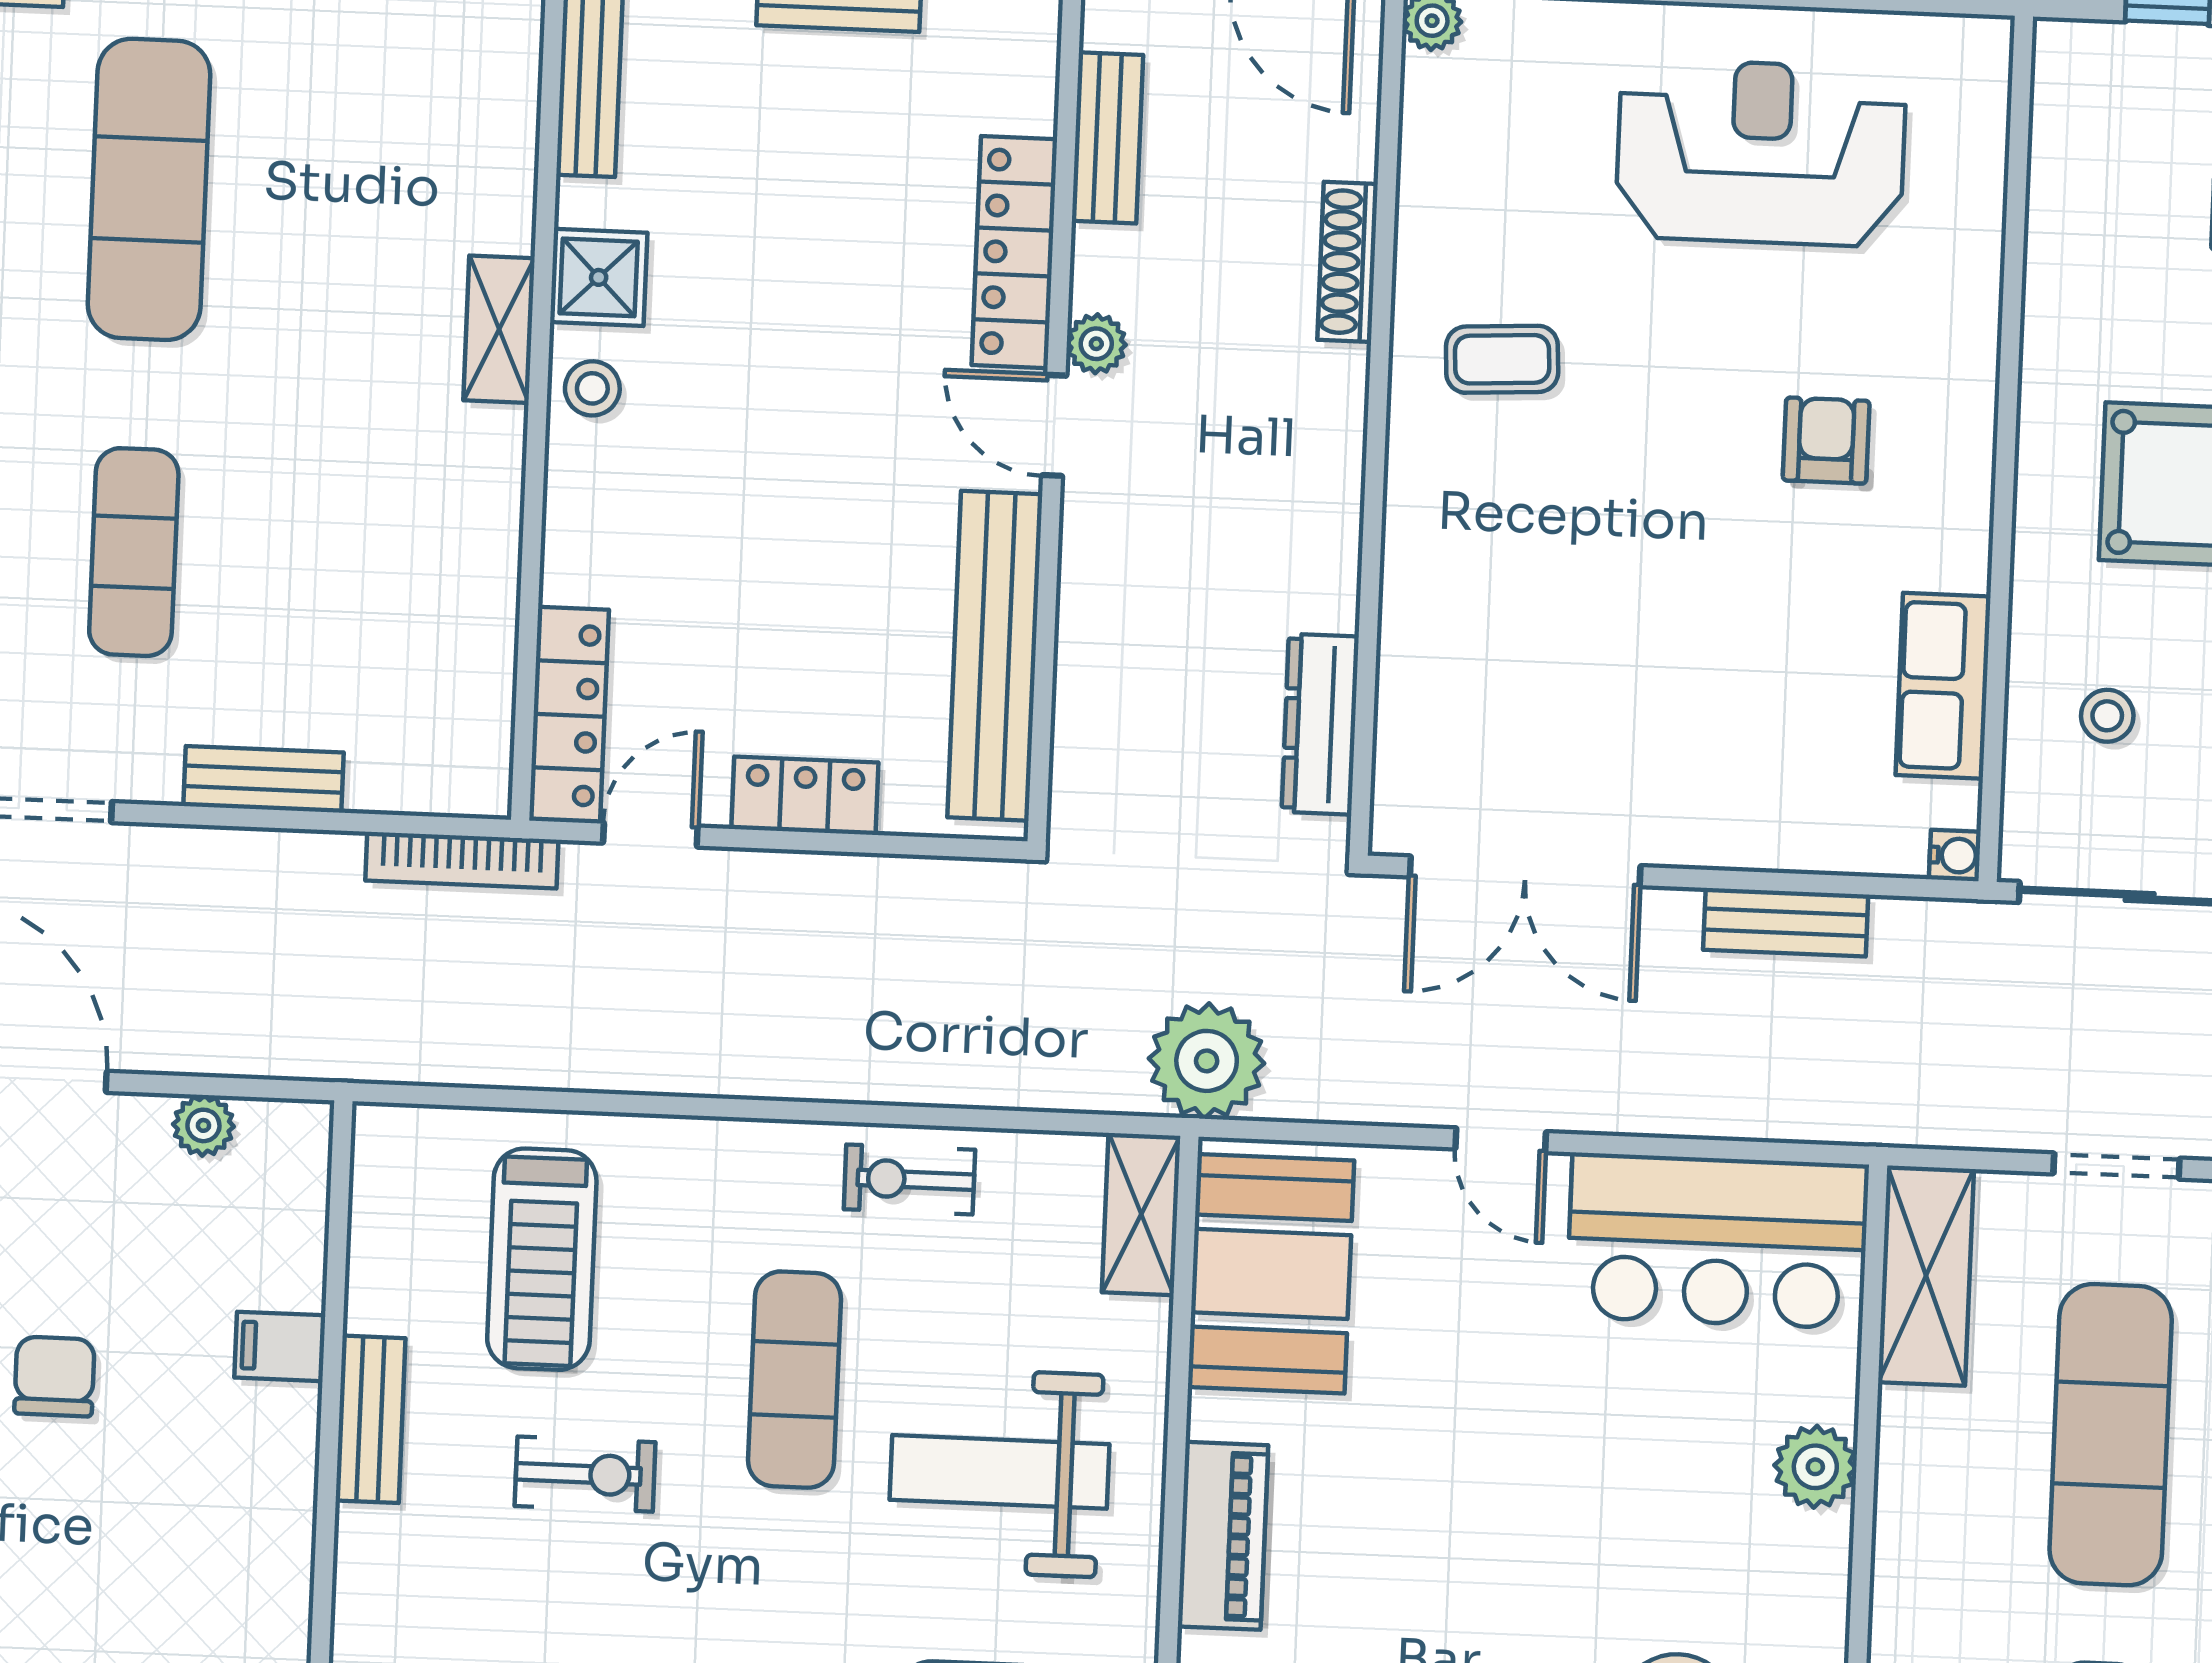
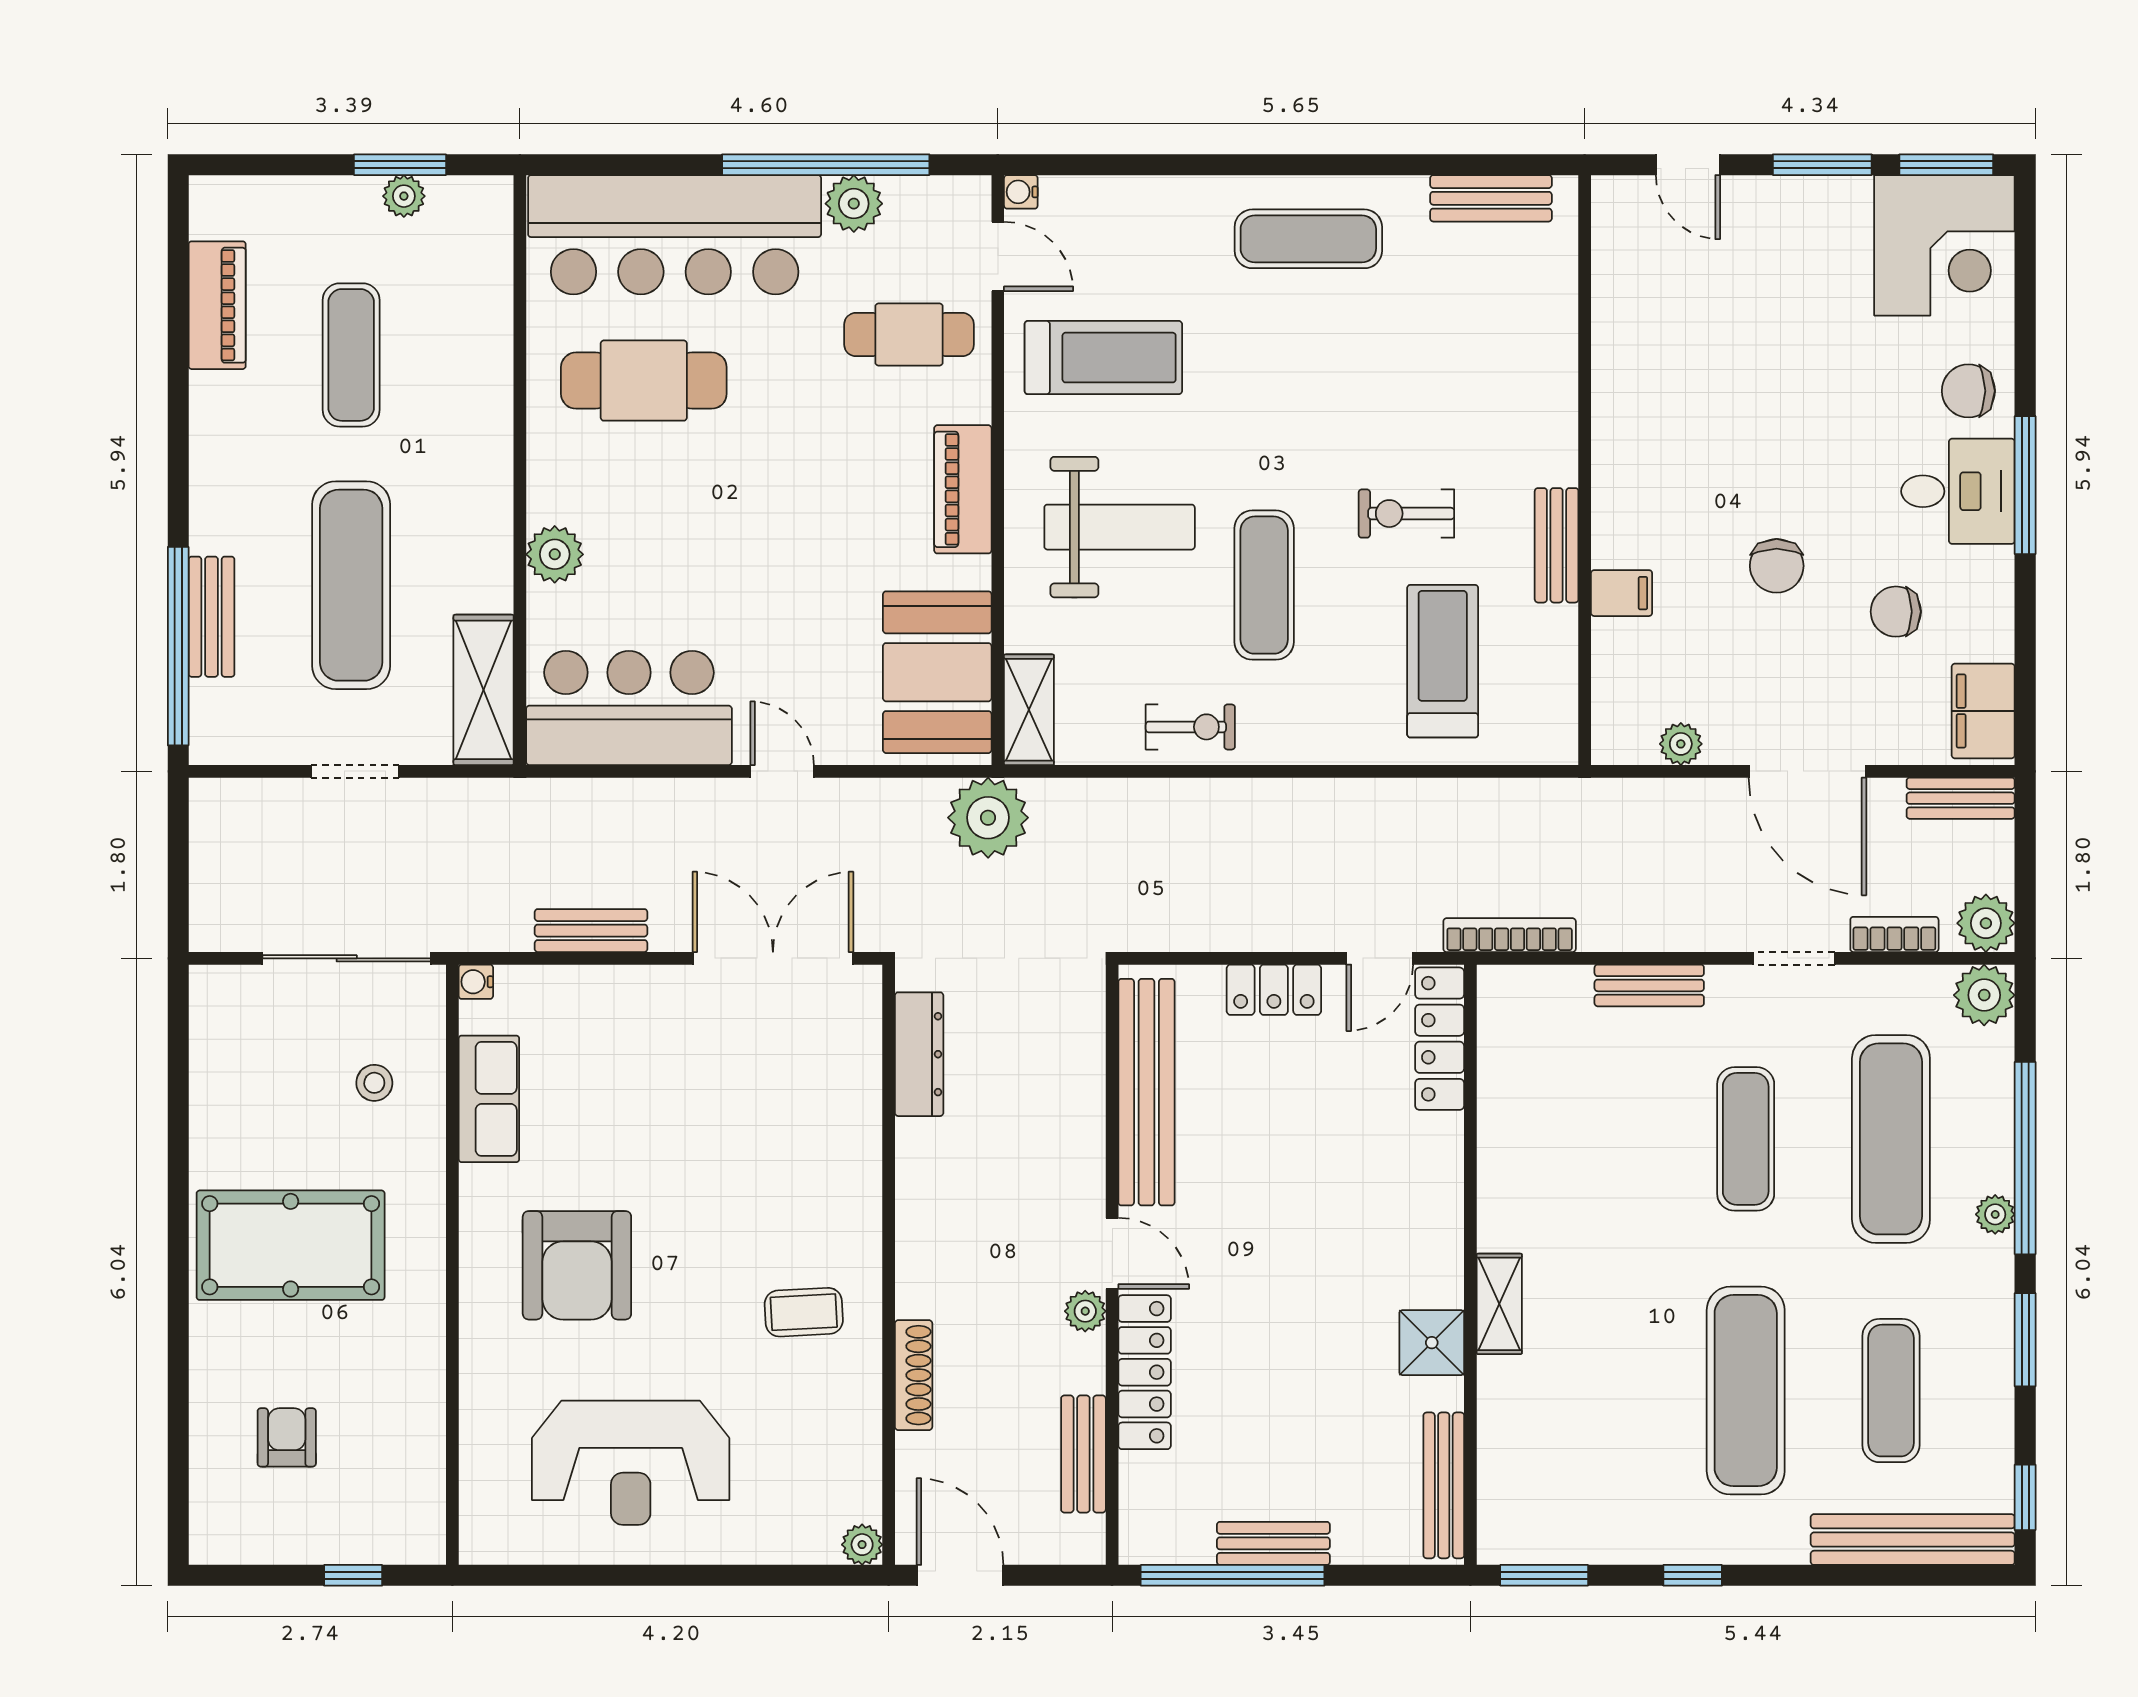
stool: (592, 388) -> (1433, 1266), removed
armchair: (1826, 441) -> (577, 1265), width x1.88, depth x1.88

